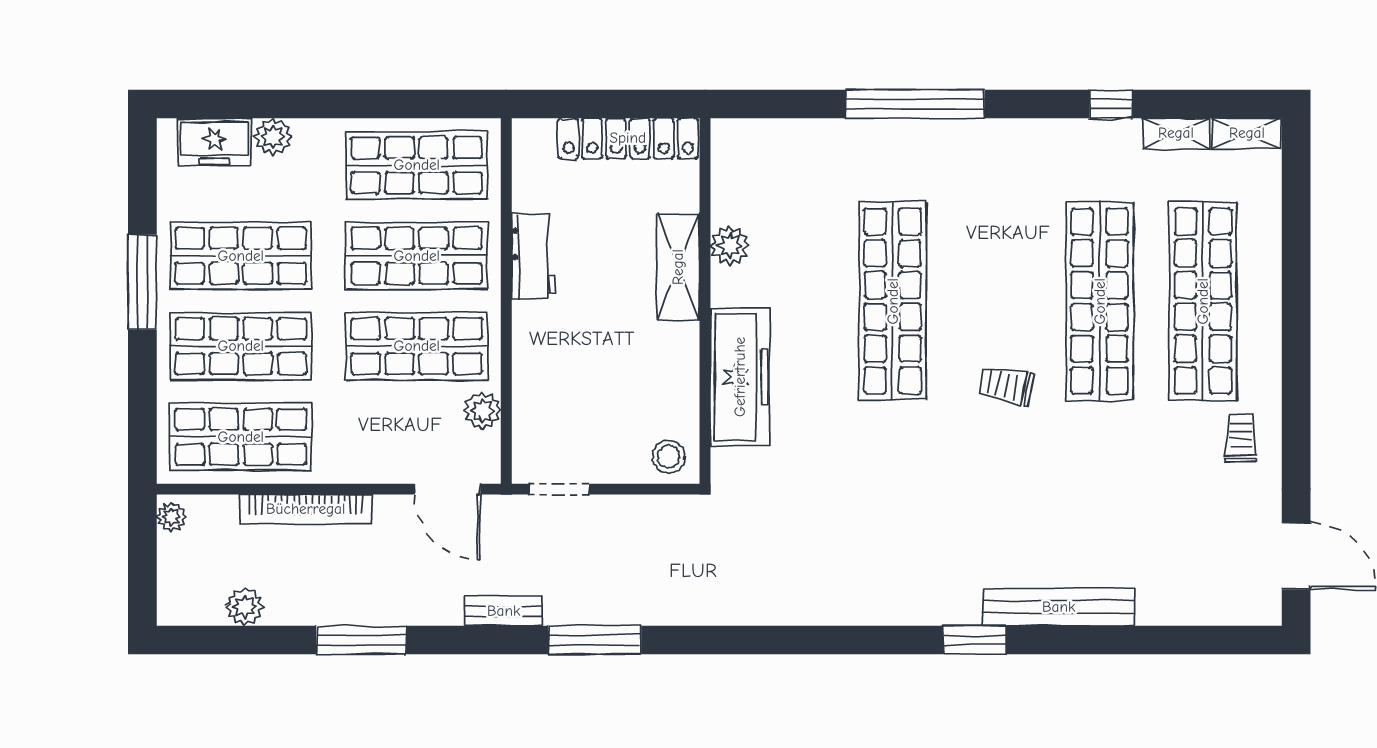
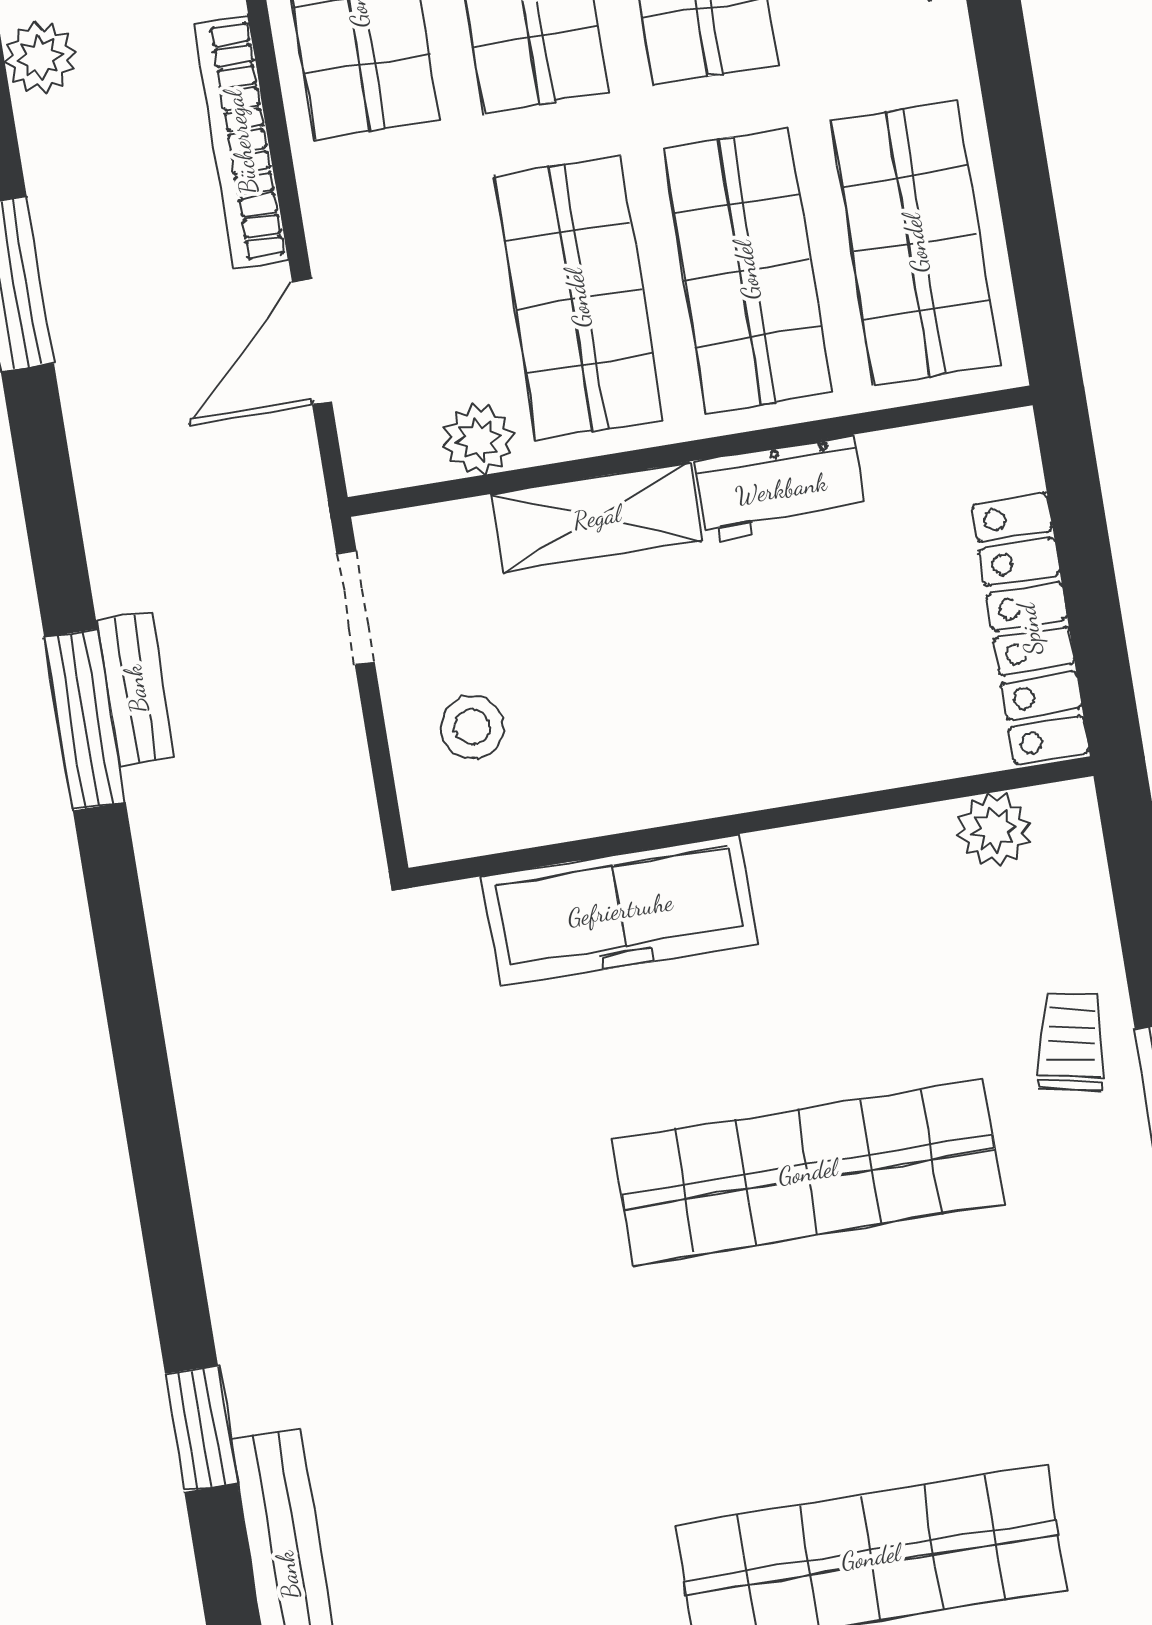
plant: (730, 246) -> (994, 830), moved
shelving: (678, 267) -> (597, 517), moved
trolley: (1006, 385) -> (1071, 1042), moved
stool: (669, 457) -> (472, 727), moved
door: (447, 489) -> (312, 342), moved
bench: (504, 611) -> (136, 689), moved

